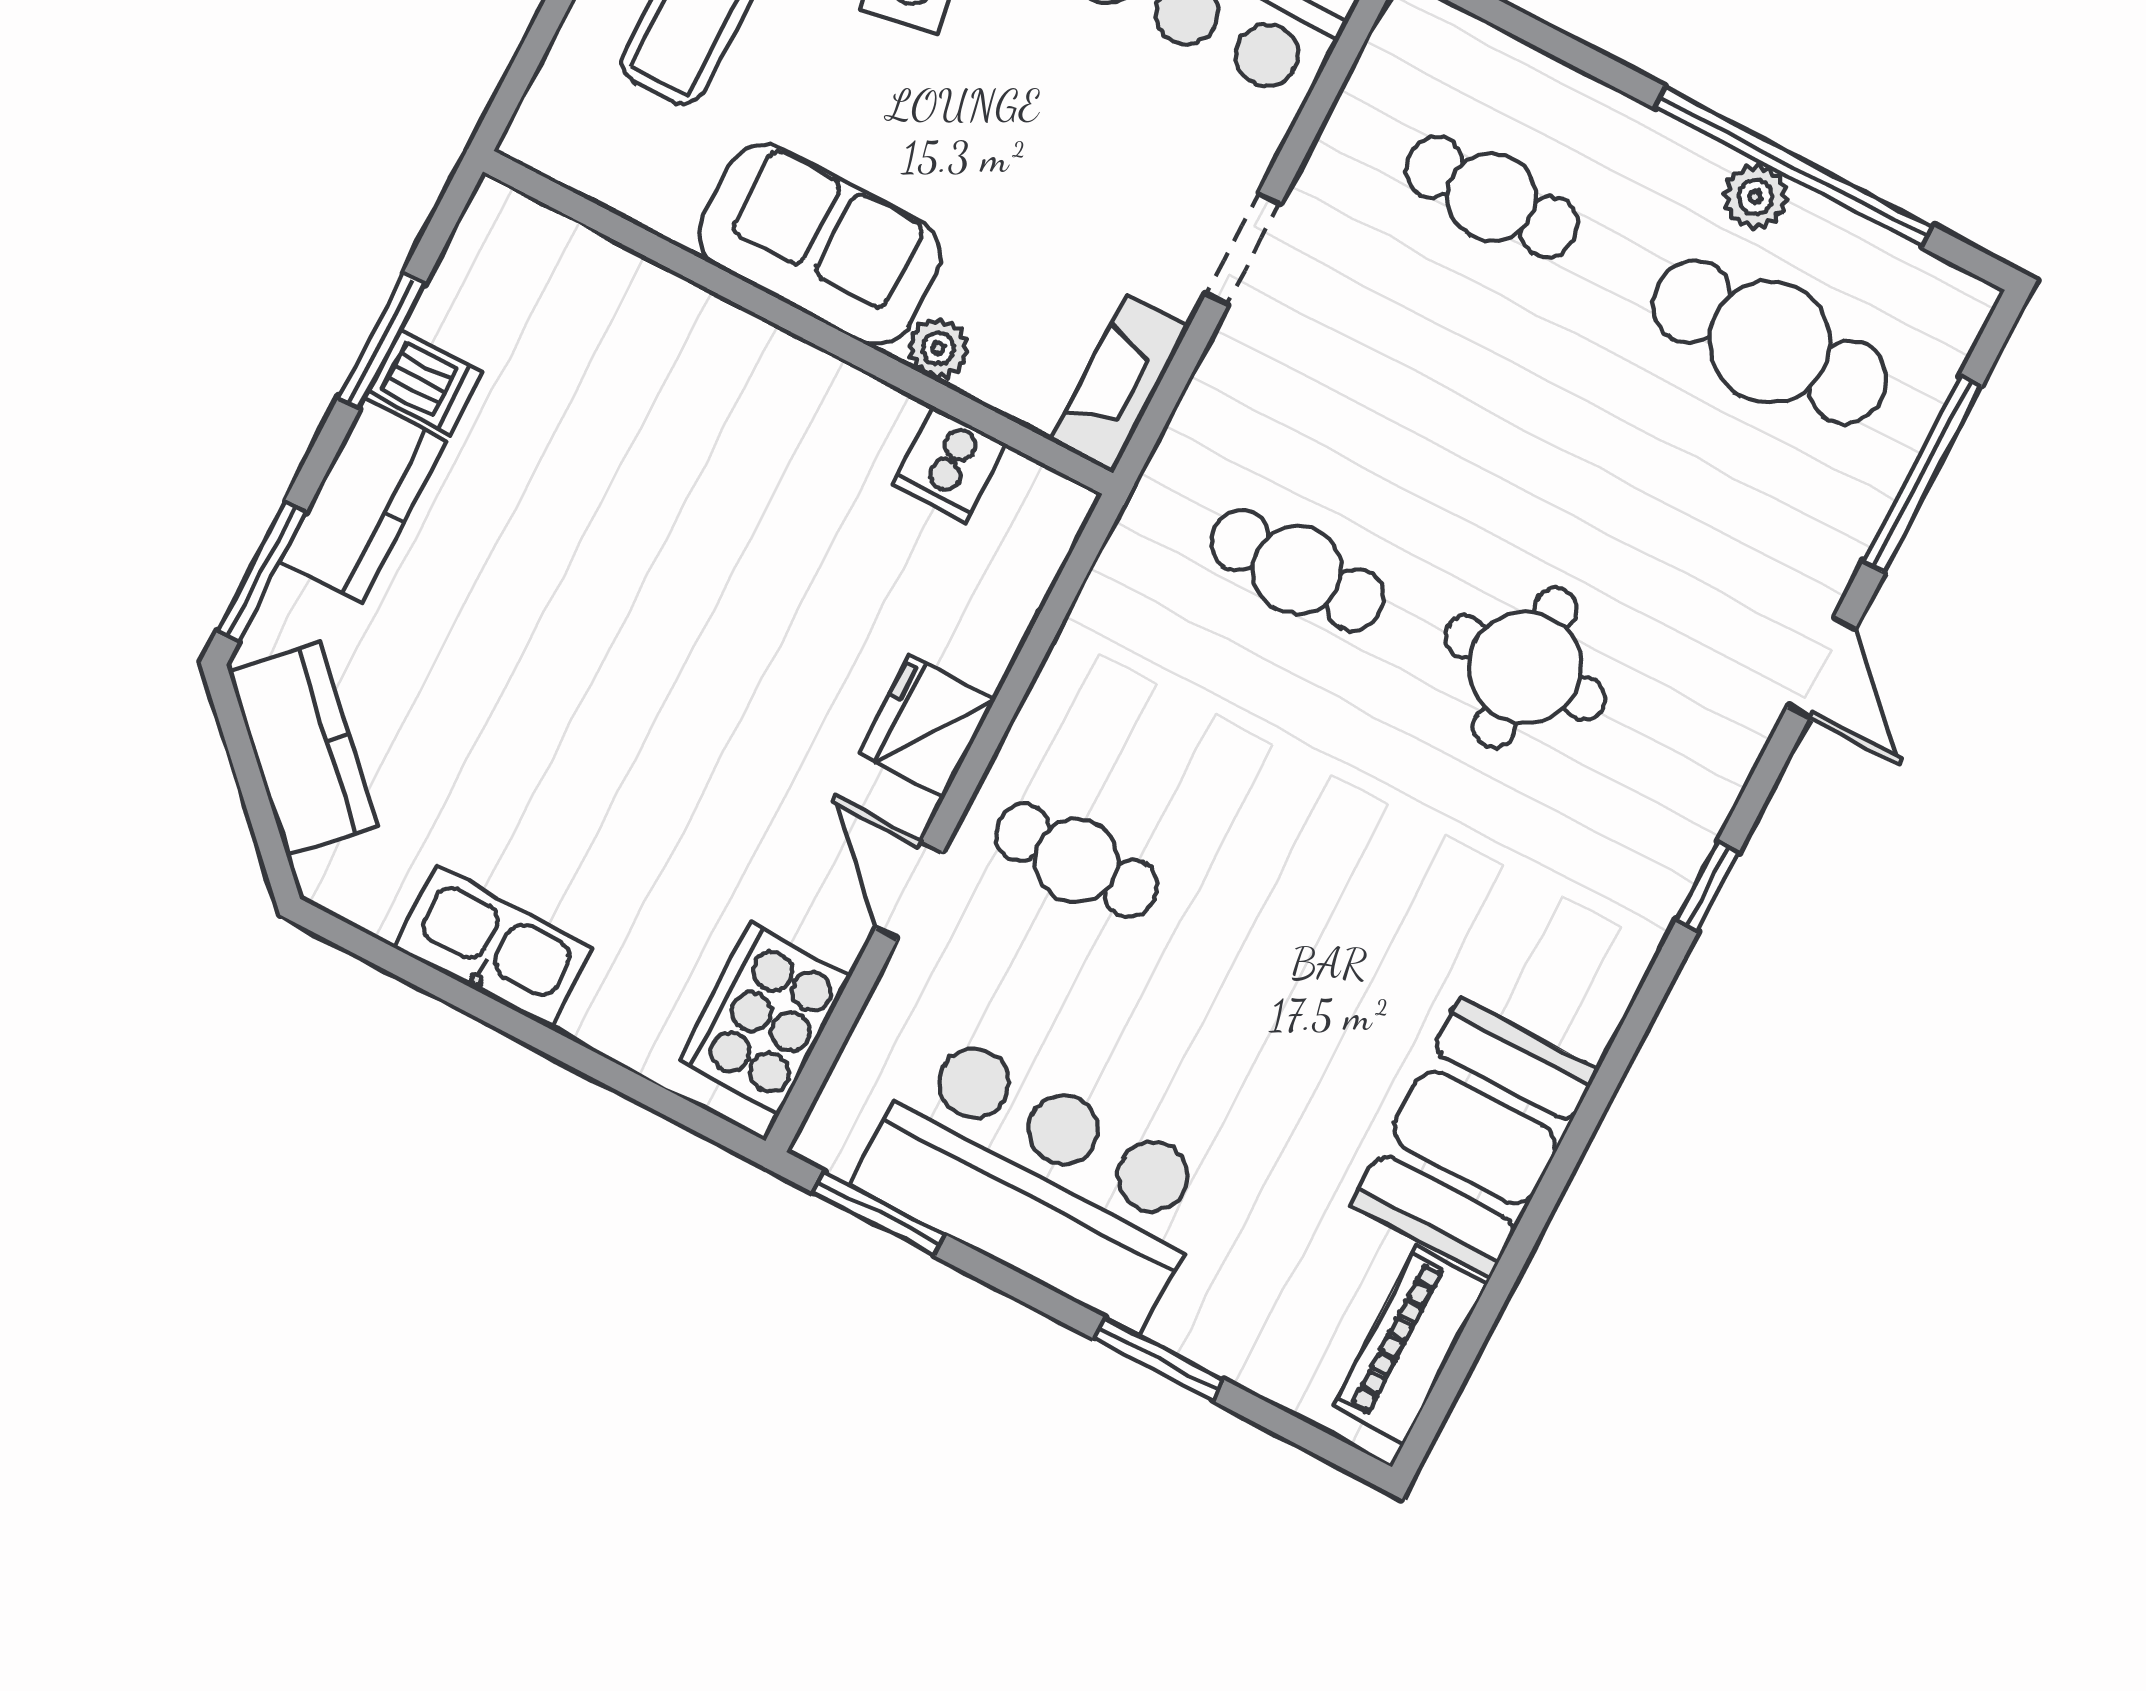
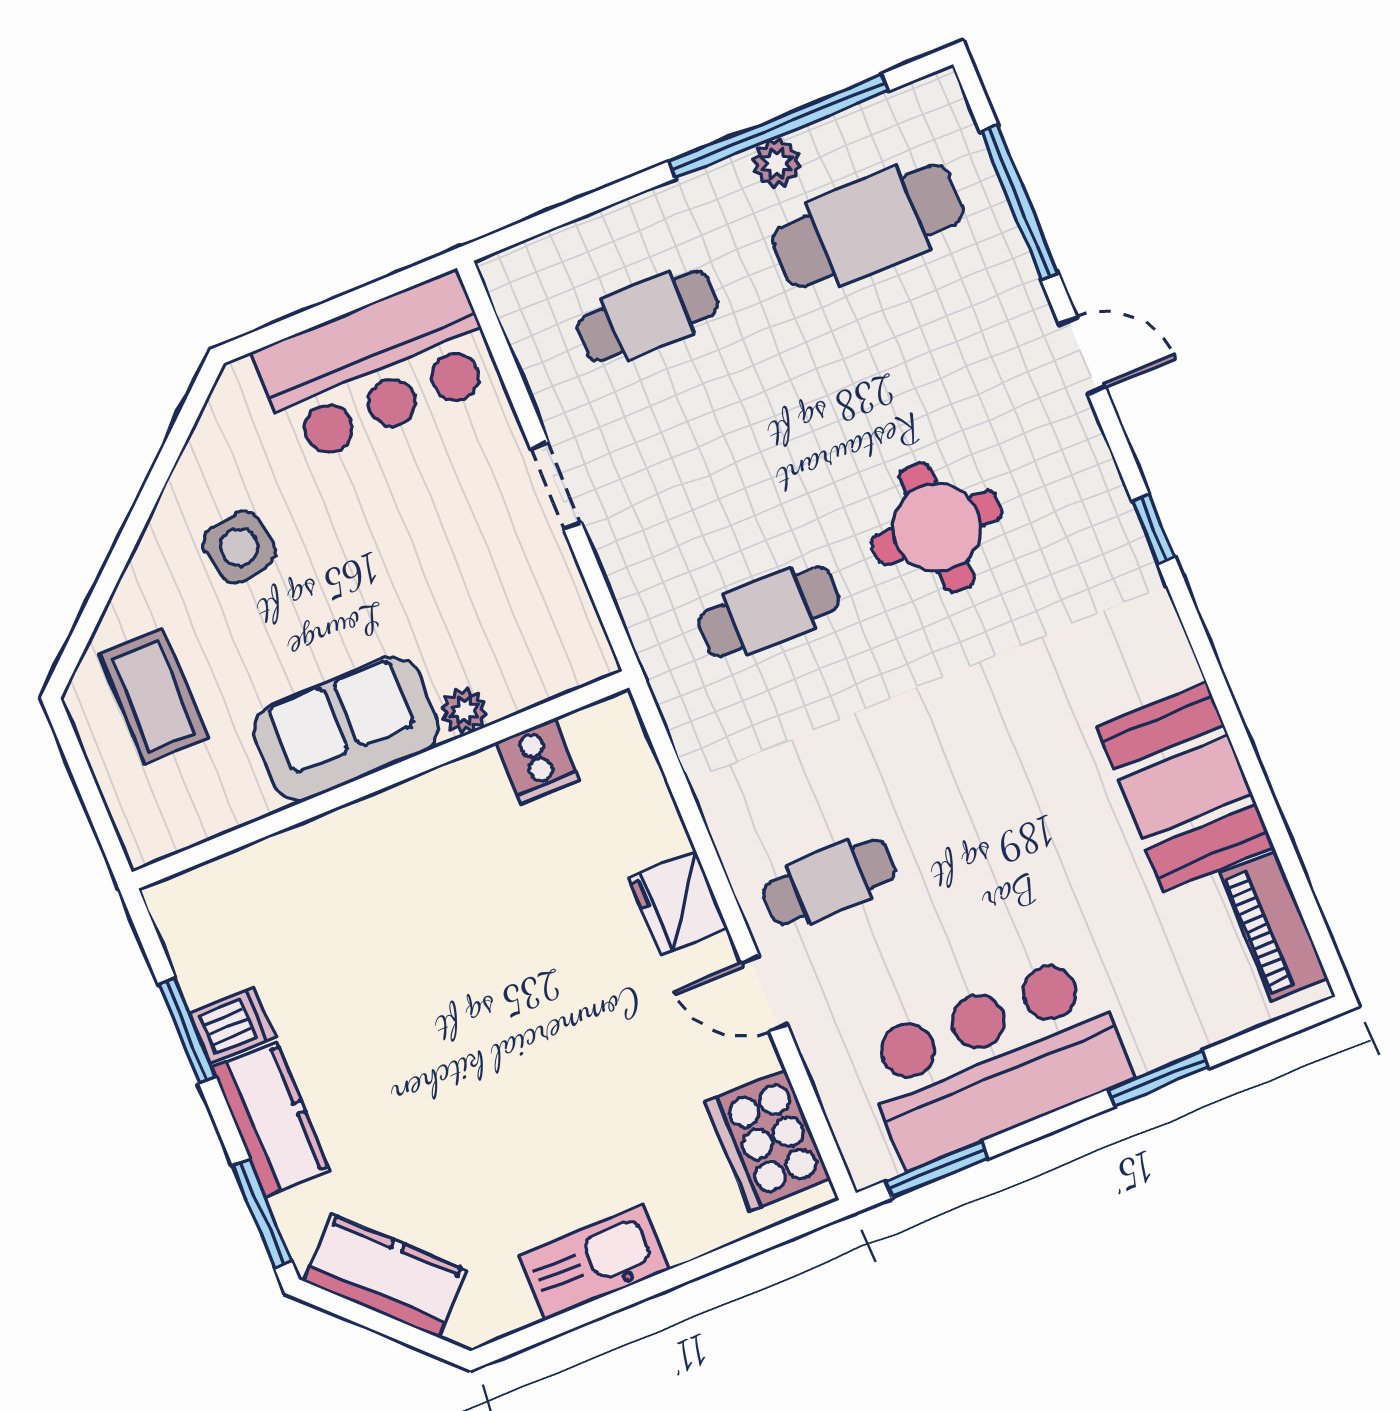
fireplace: (1120, 384) -> (574, 623), removed

